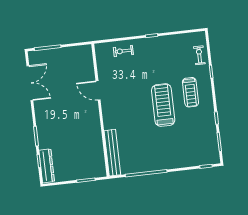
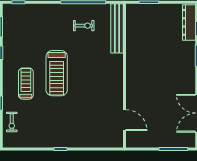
exercise bike: (123, 51) -> (84, 26), moved
door: (98, 90) -> (125, 120), moved

